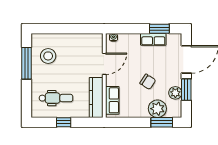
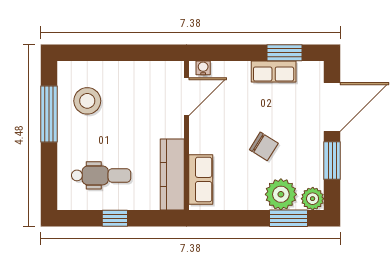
door: (104, 64) -> (186, 97), moved
plant: (175, 93) -> (313, 199), moved

